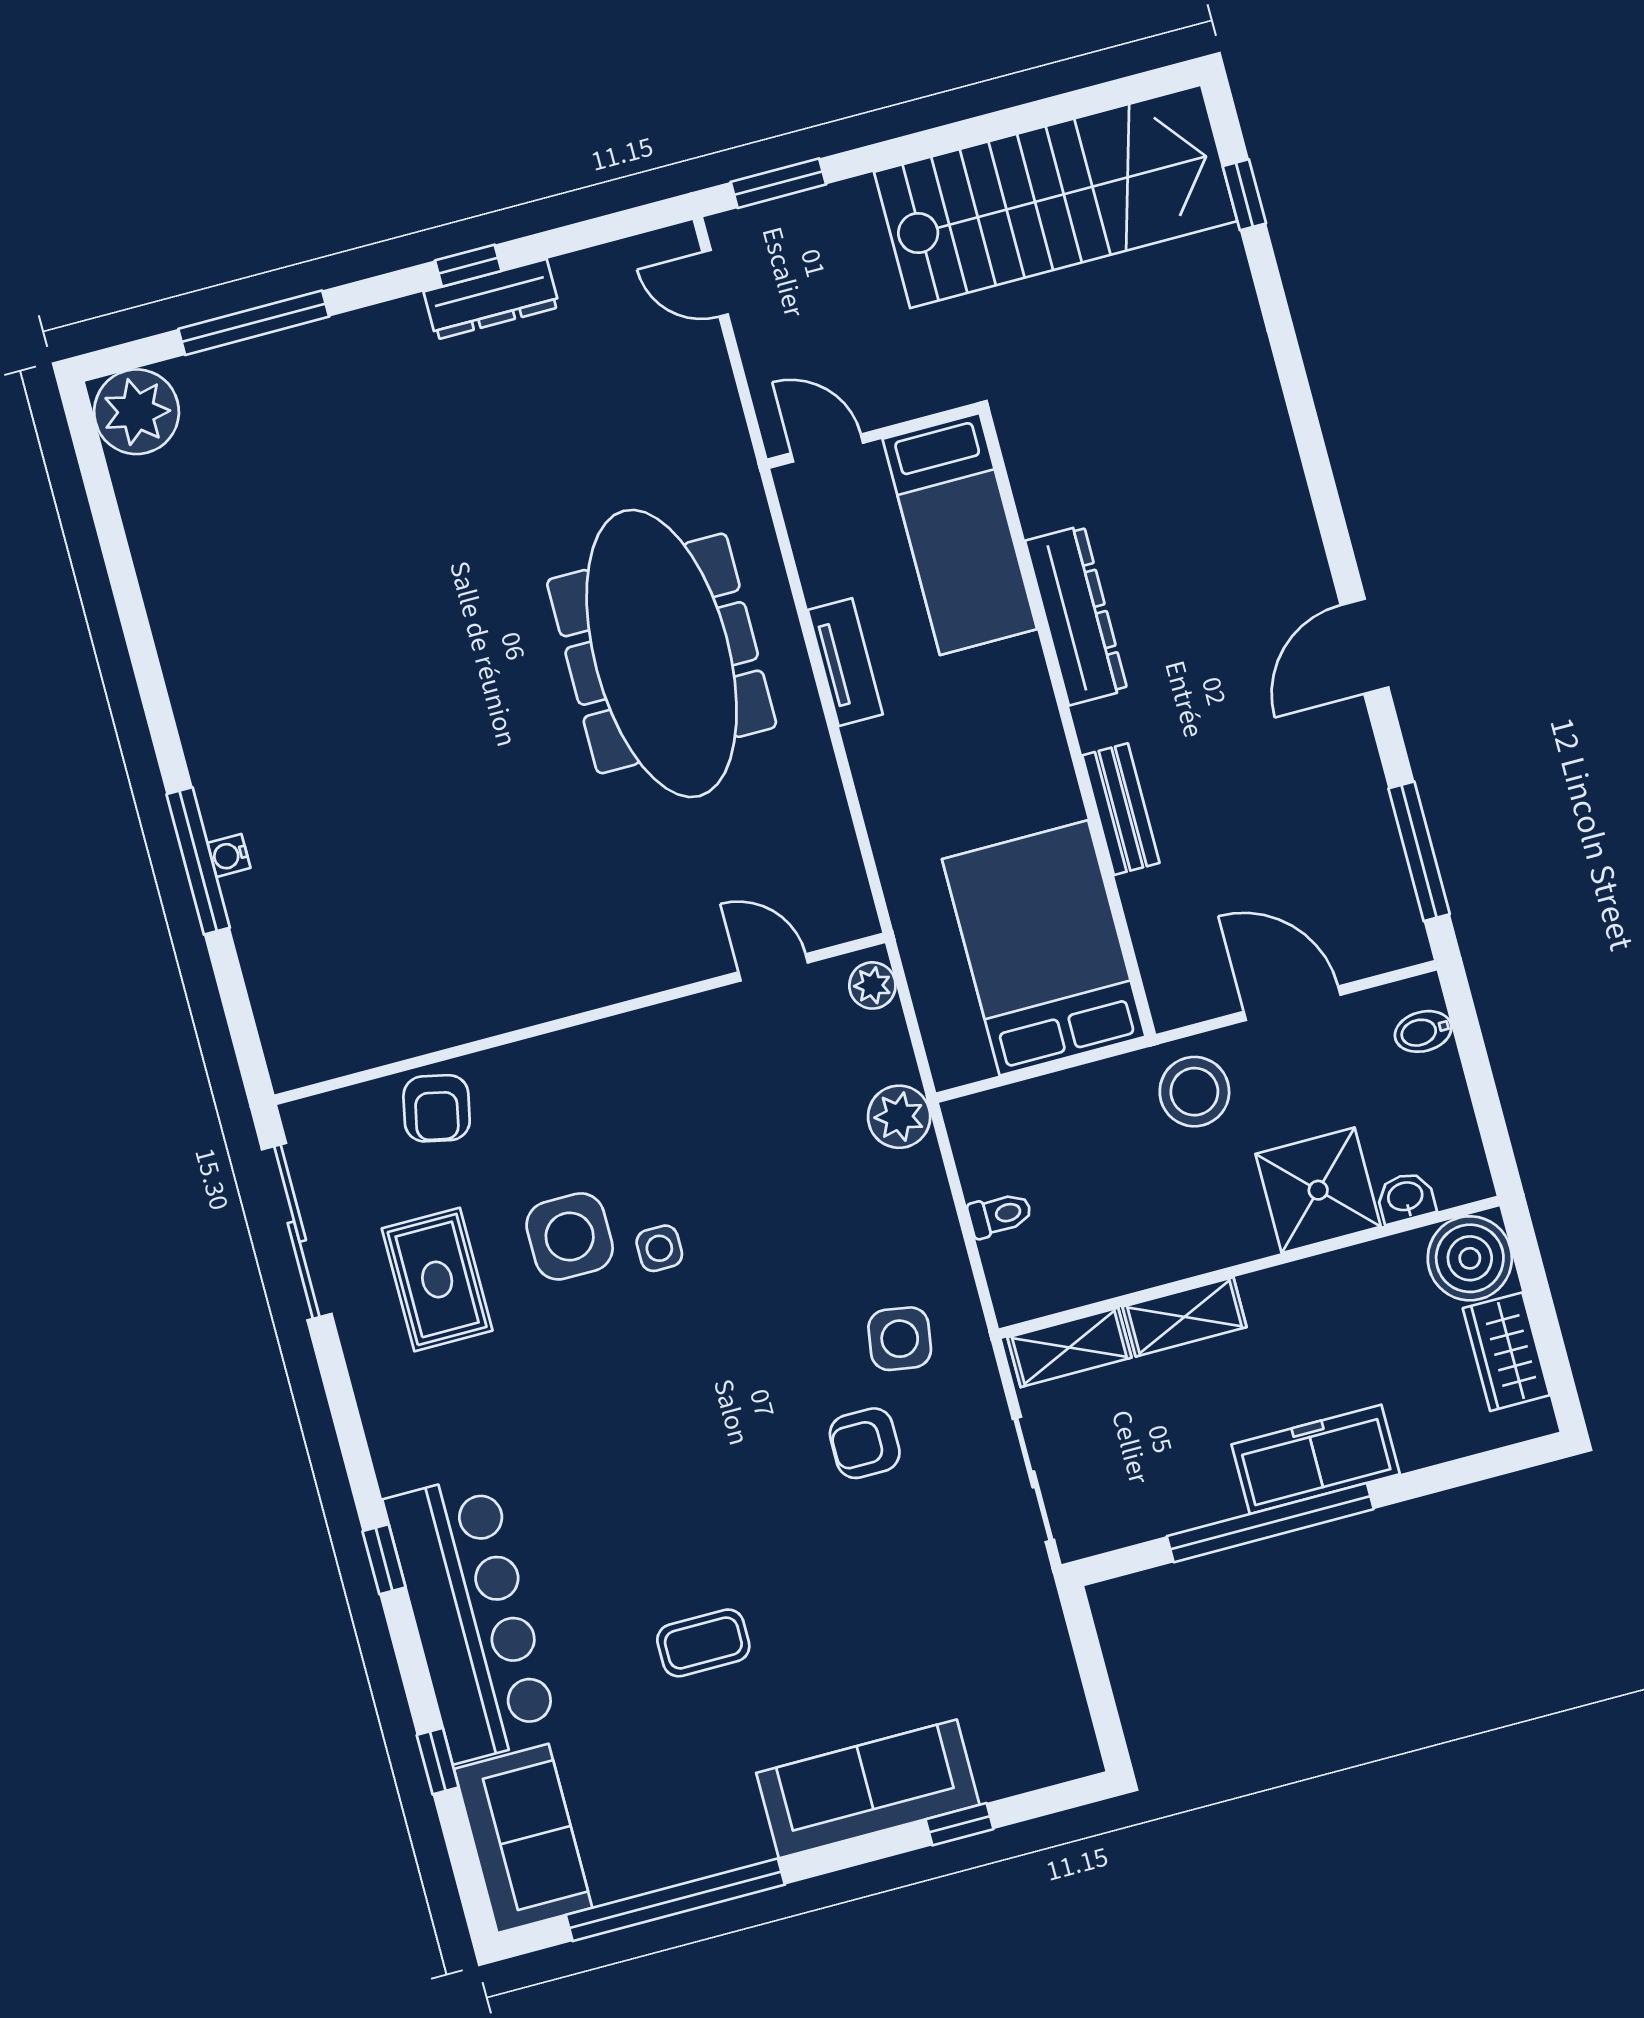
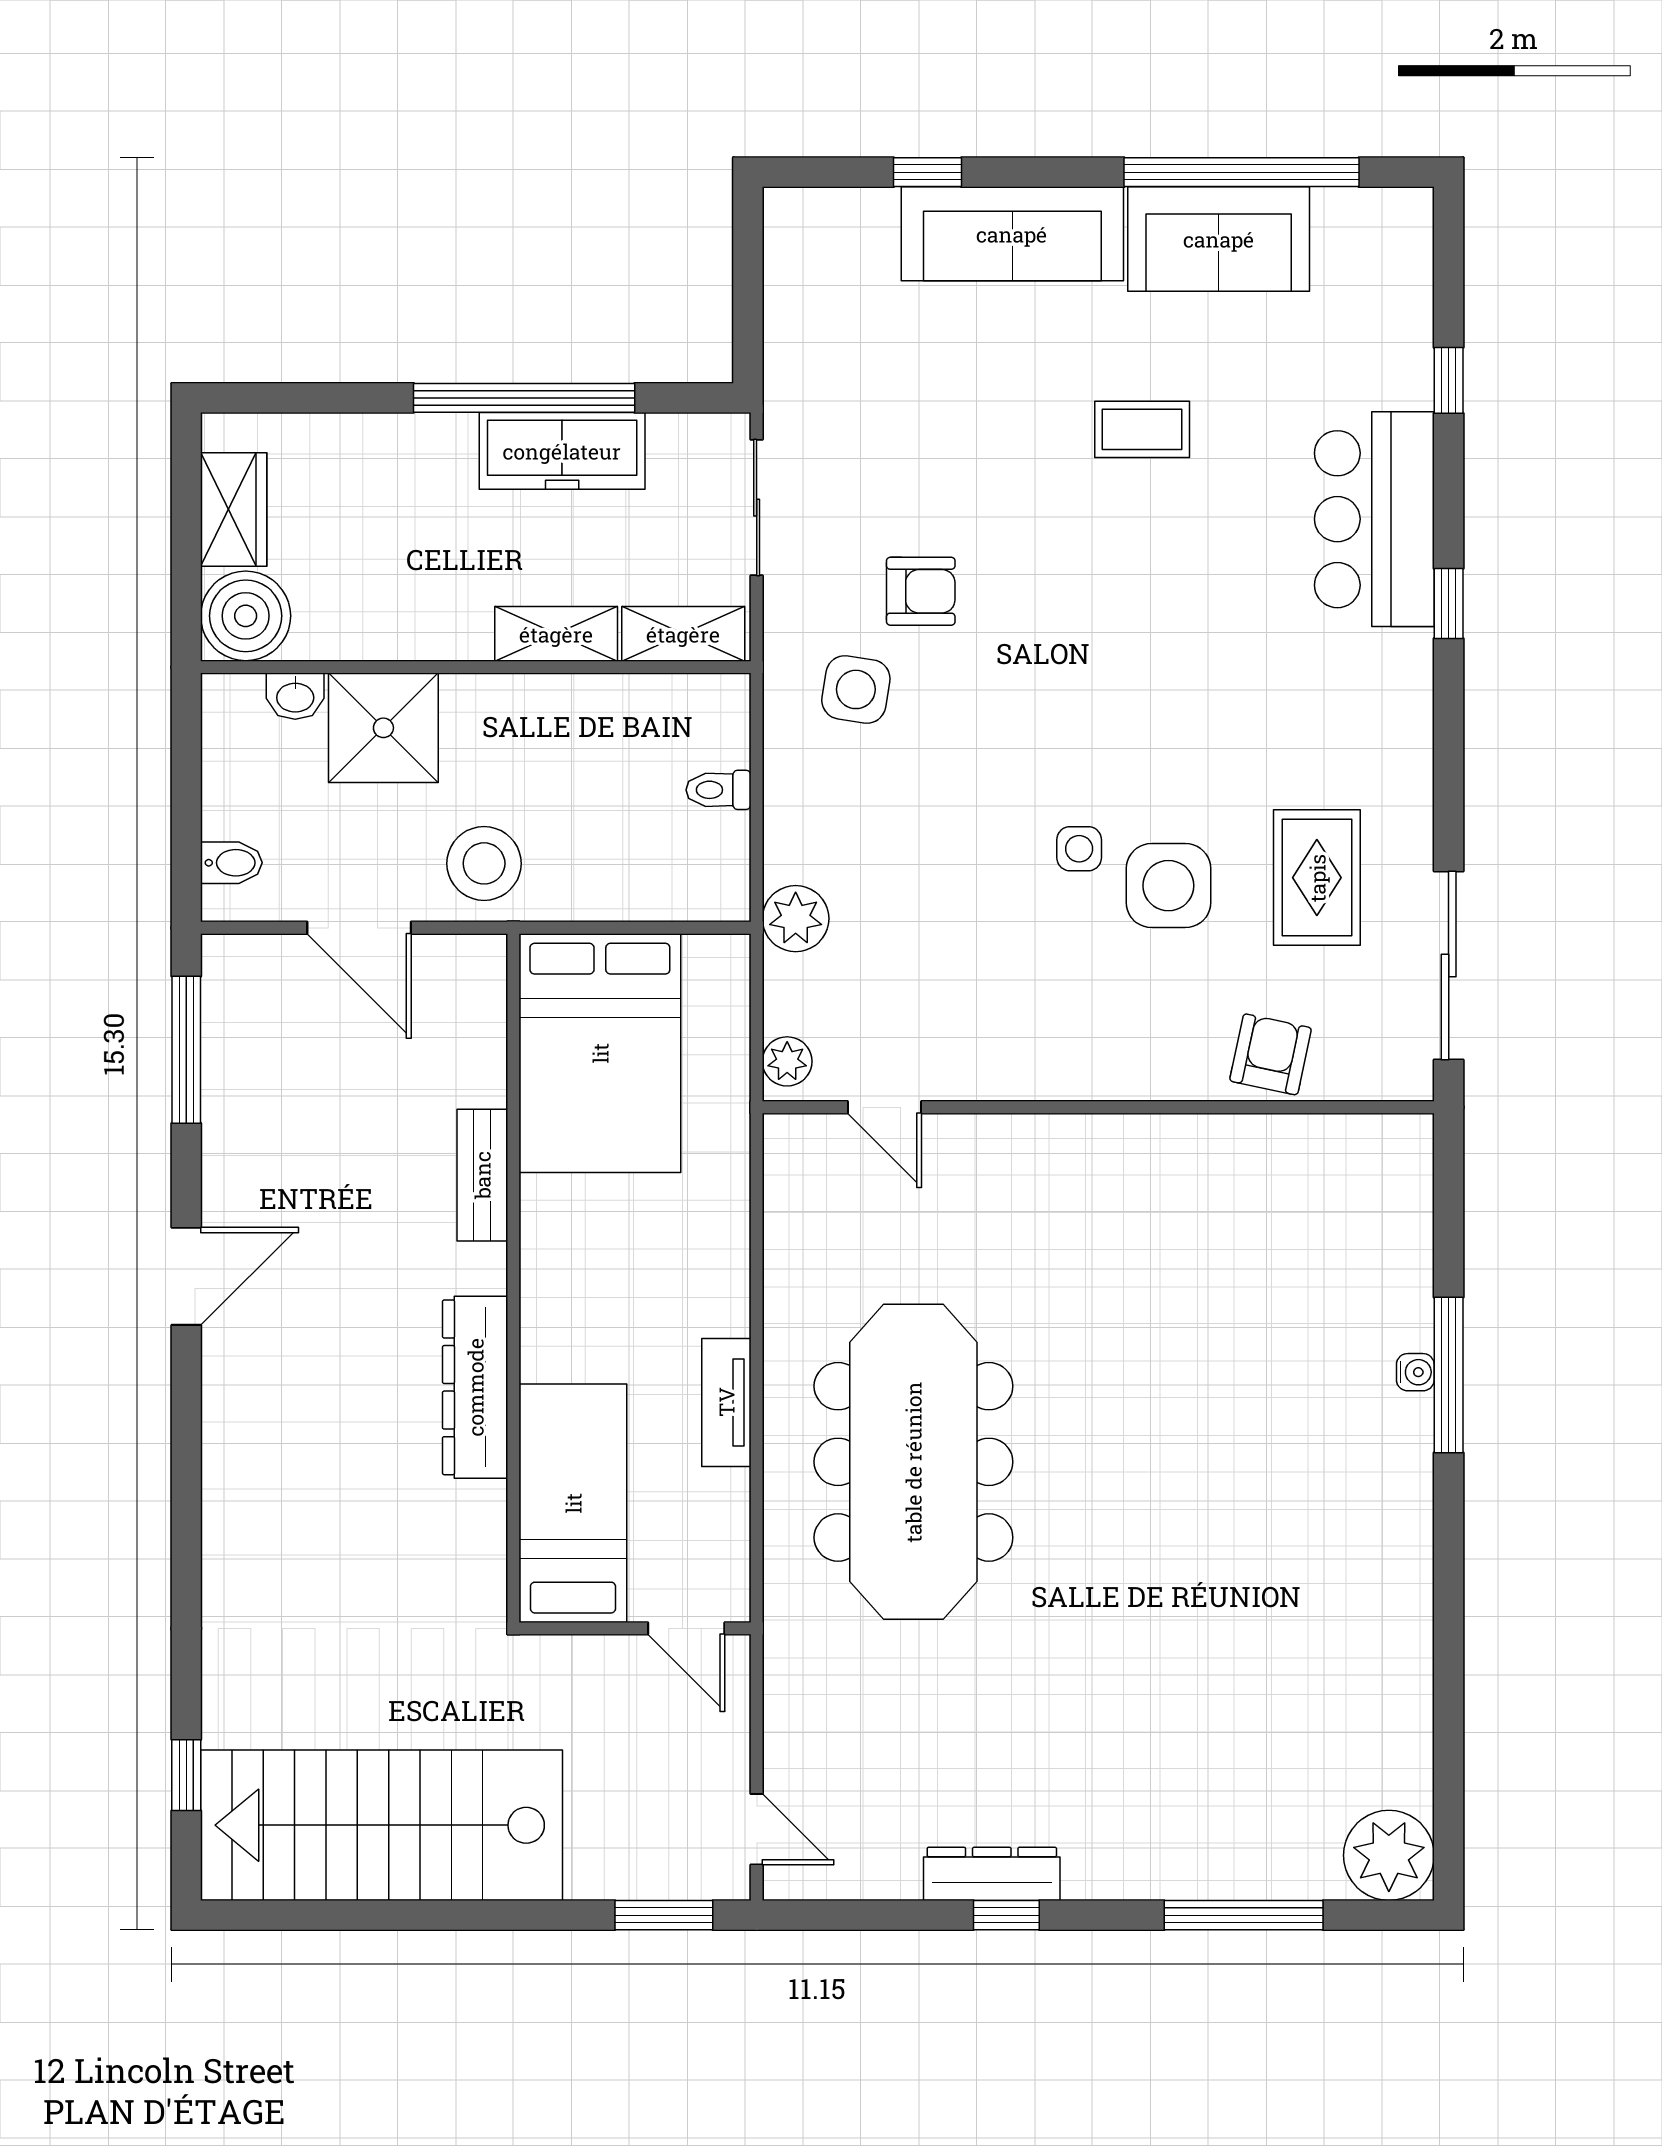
freezer: (1316, 1459) -> (562, 451), moved
bar counter: (471, 1618) -> (1374, 519), width x0.73
sofa: (523, 1838) -> (1219, 239), moved, turned -90

